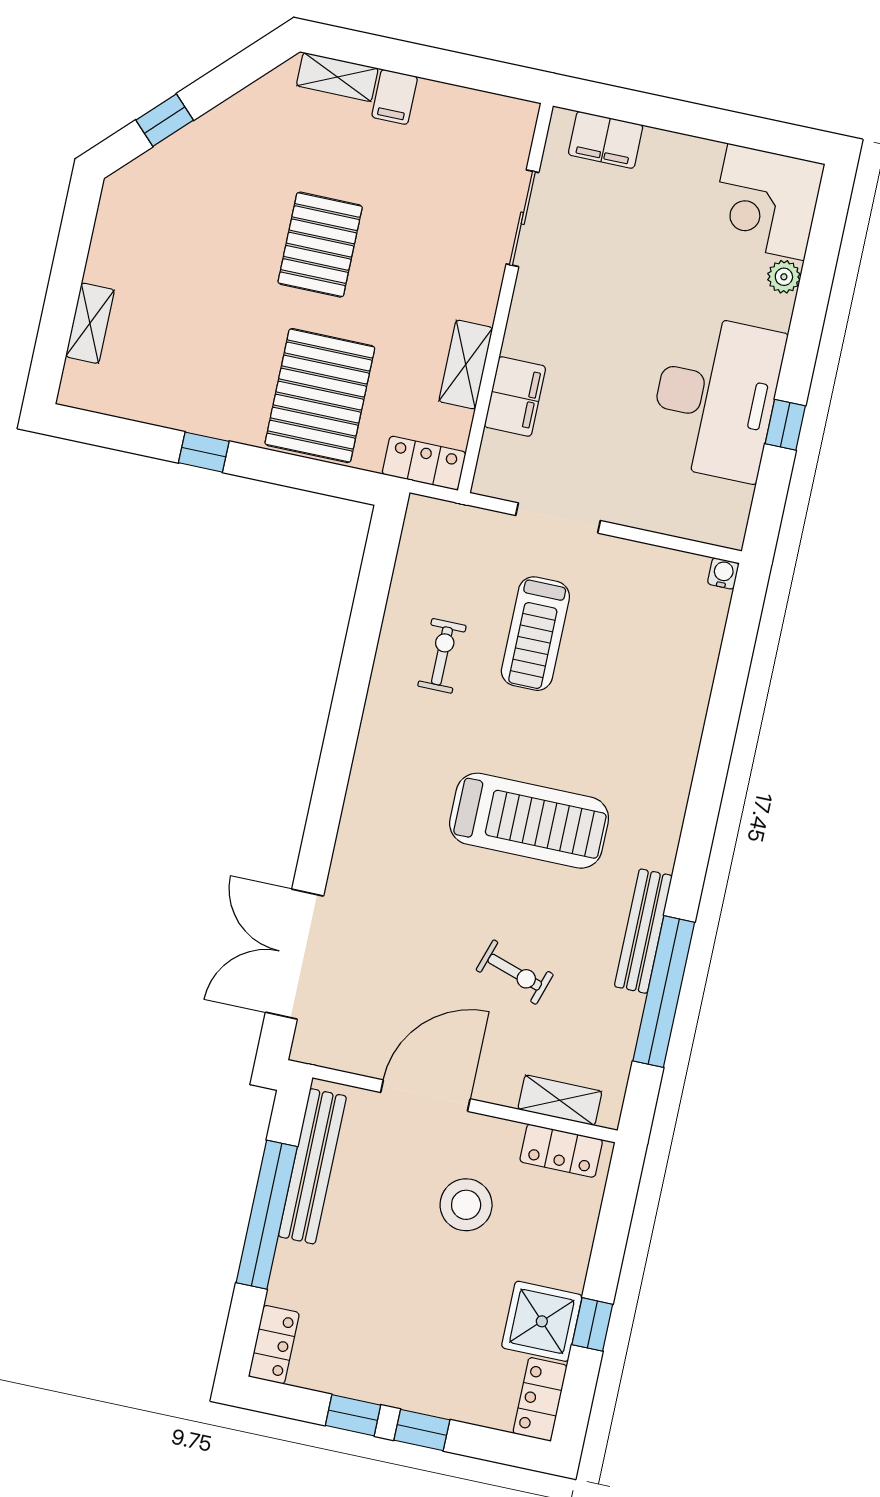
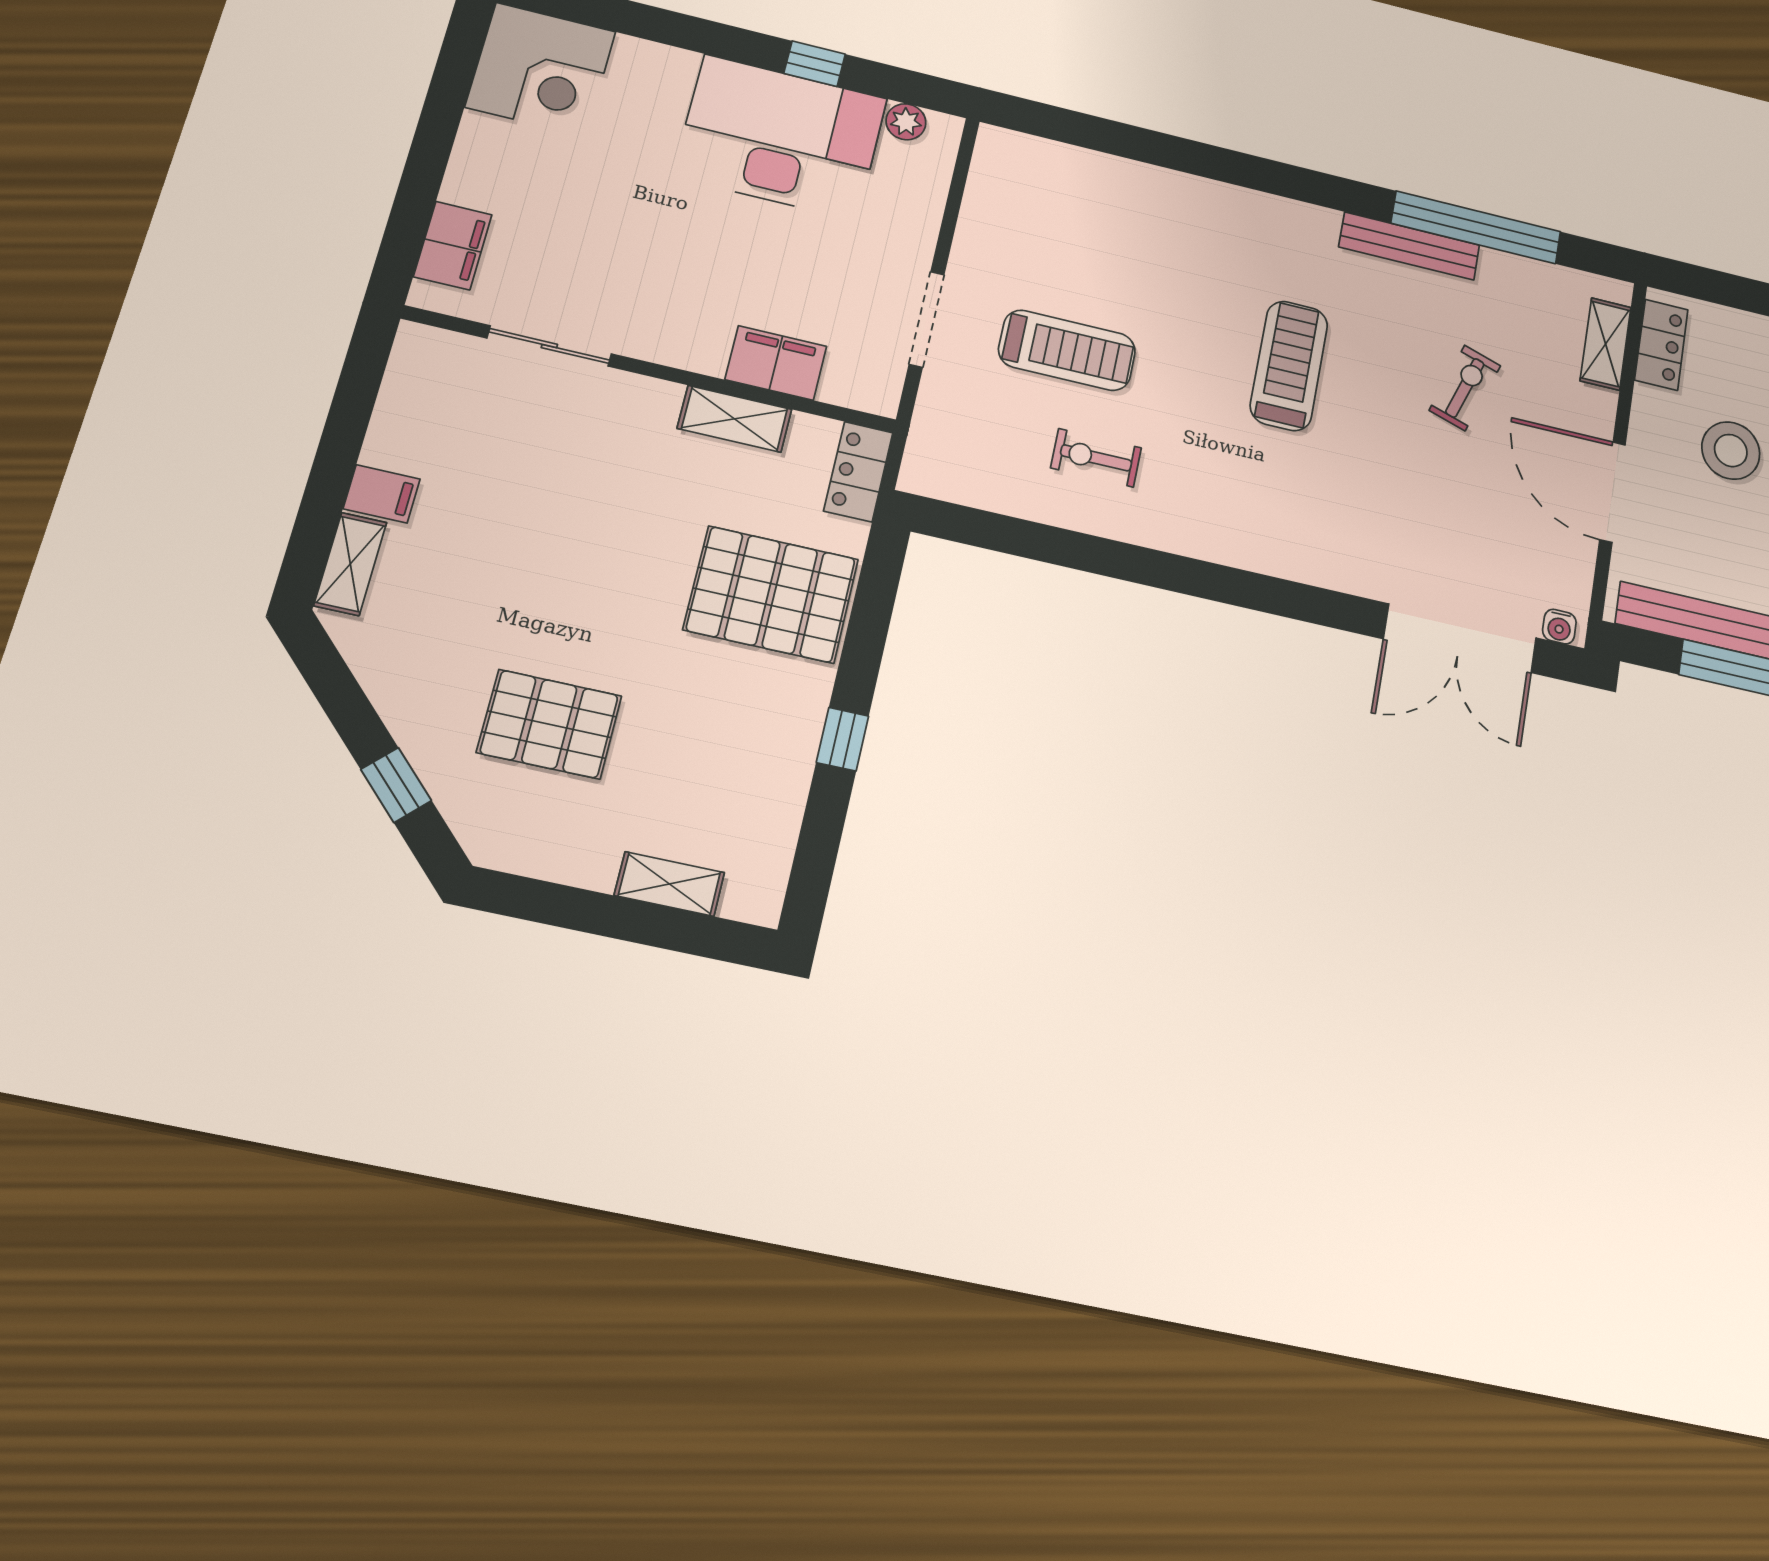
pallet: (320, 245) -> (549, 724), moved
plant: (784, 277) -> (906, 122), moved
water cooler: (723, 573) -> (1559, 627), moved, turned -90
treadmill: (529, 821) -> (1289, 366), width x0.73, depth x0.73

